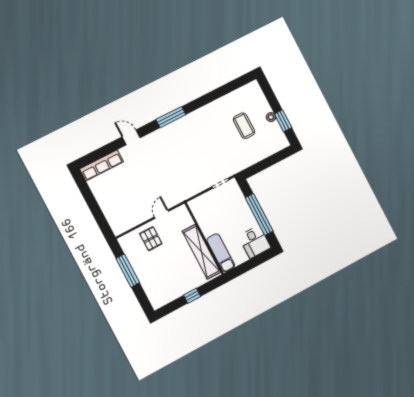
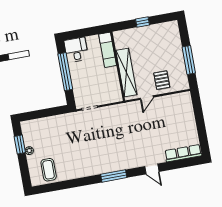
coffee table: (244, 126) -> (49, 170), moved
shelving: (201, 252) -> (126, 72), moved

